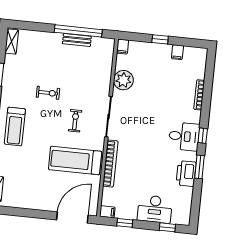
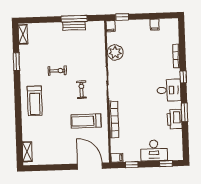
window: (78, 31) -> (74, 19), width x0.68
window: (160, 39) -> (122, 17), moved
window: (203, 136) -> (183, 77), moved
treadmill: (75, 160) -> (86, 121), width x0.73, depth x0.73
door: (72, 217) -> (90, 166), hinge flipped

